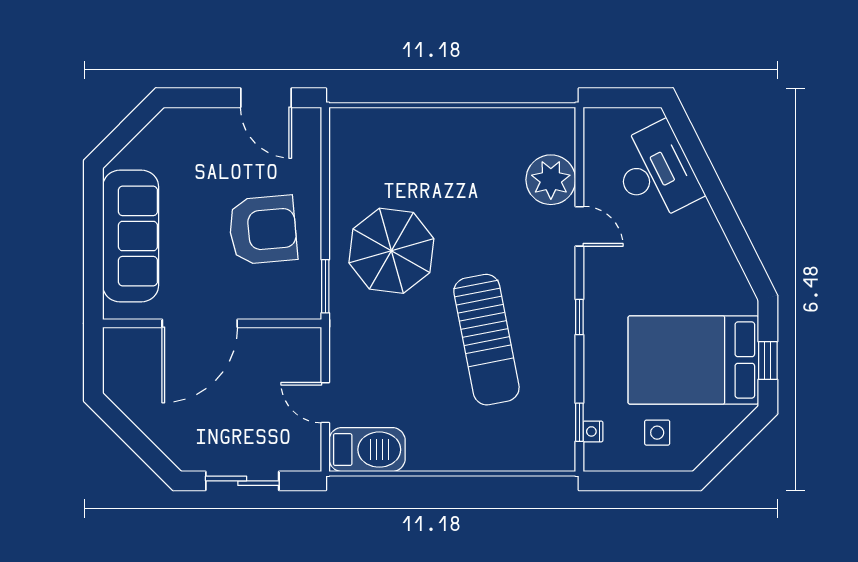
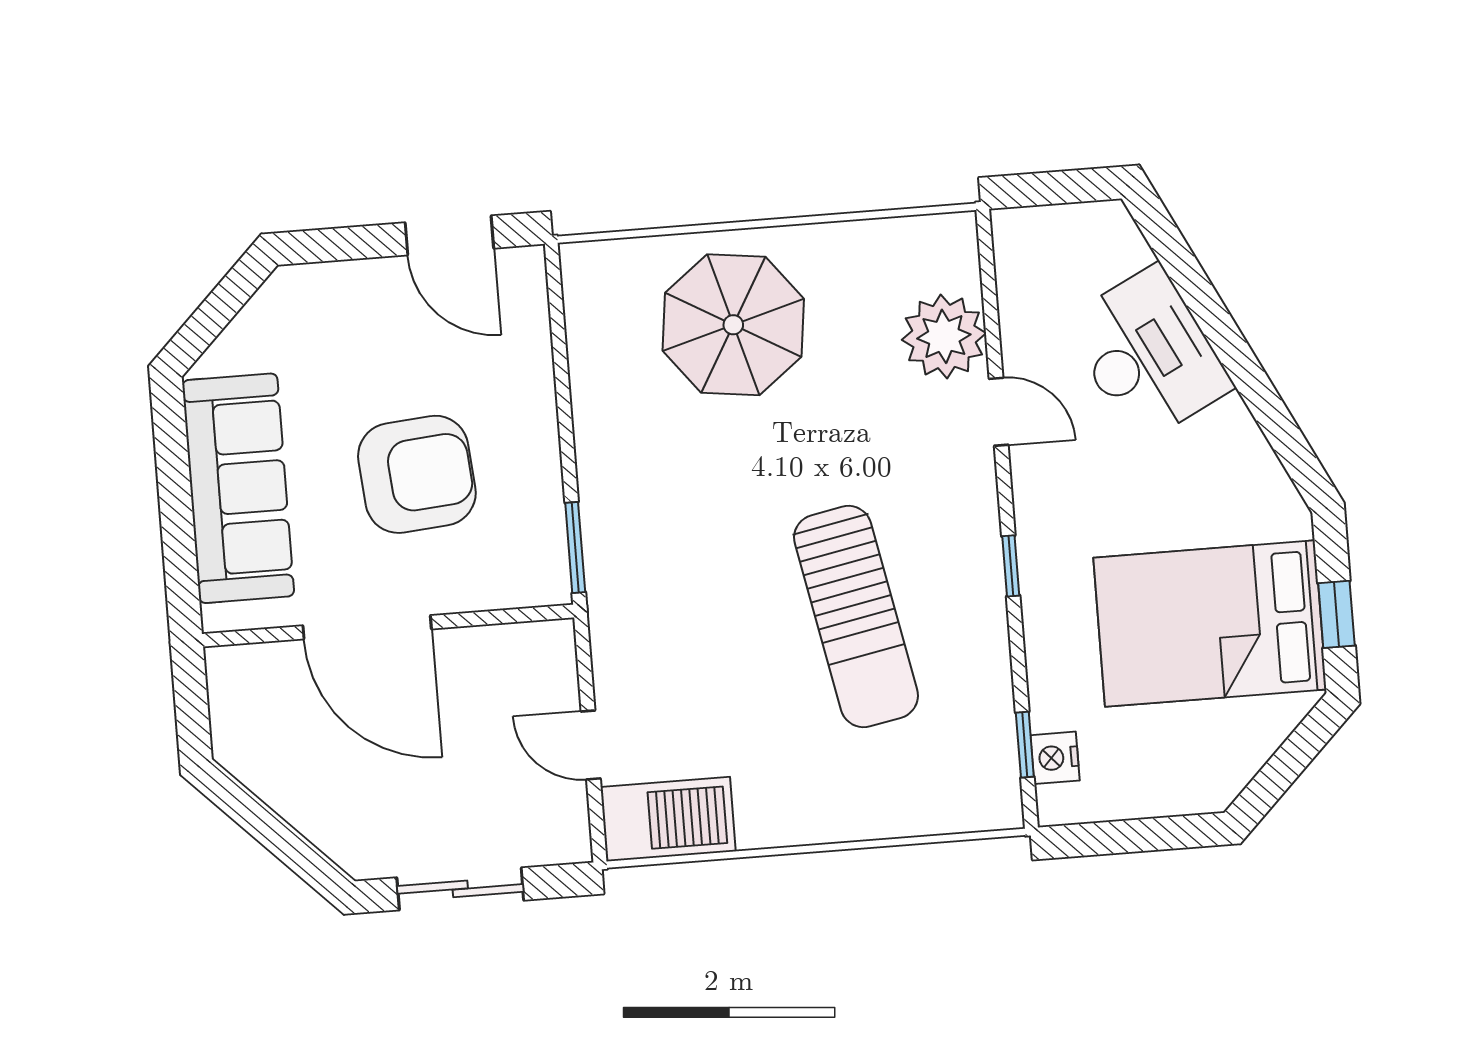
desk: (656, 172) -> (1148, 354), moved
armchair: (263, 230) -> (417, 474), moved
parasol: (391, 251) -> (733, 325), moved
door: (200, 323) -> (367, 627), hinge flipped
nightstand: (593, 431) -> (1055, 758), width x1.39, depth x1.35
side table: (657, 433) -> (1158, 752), removed

